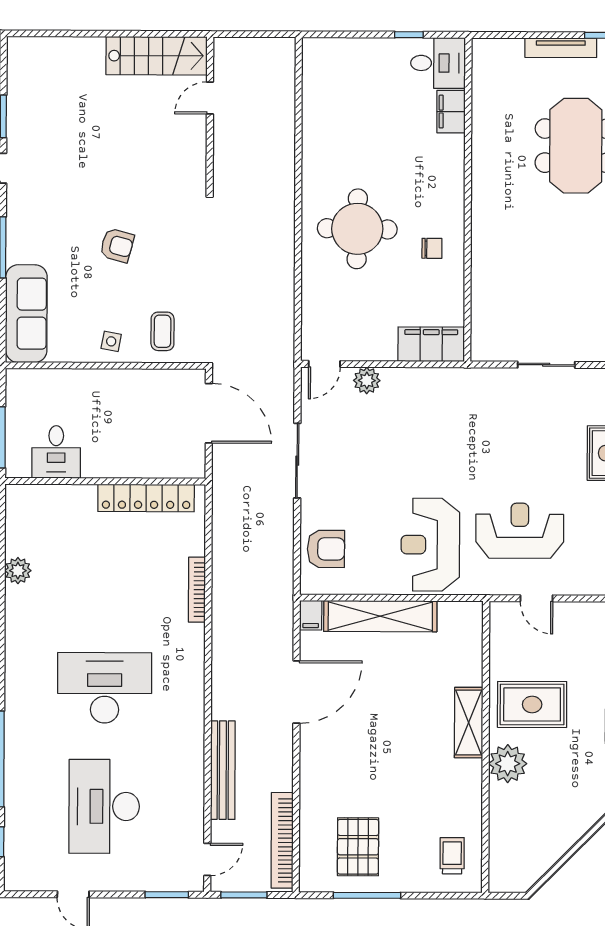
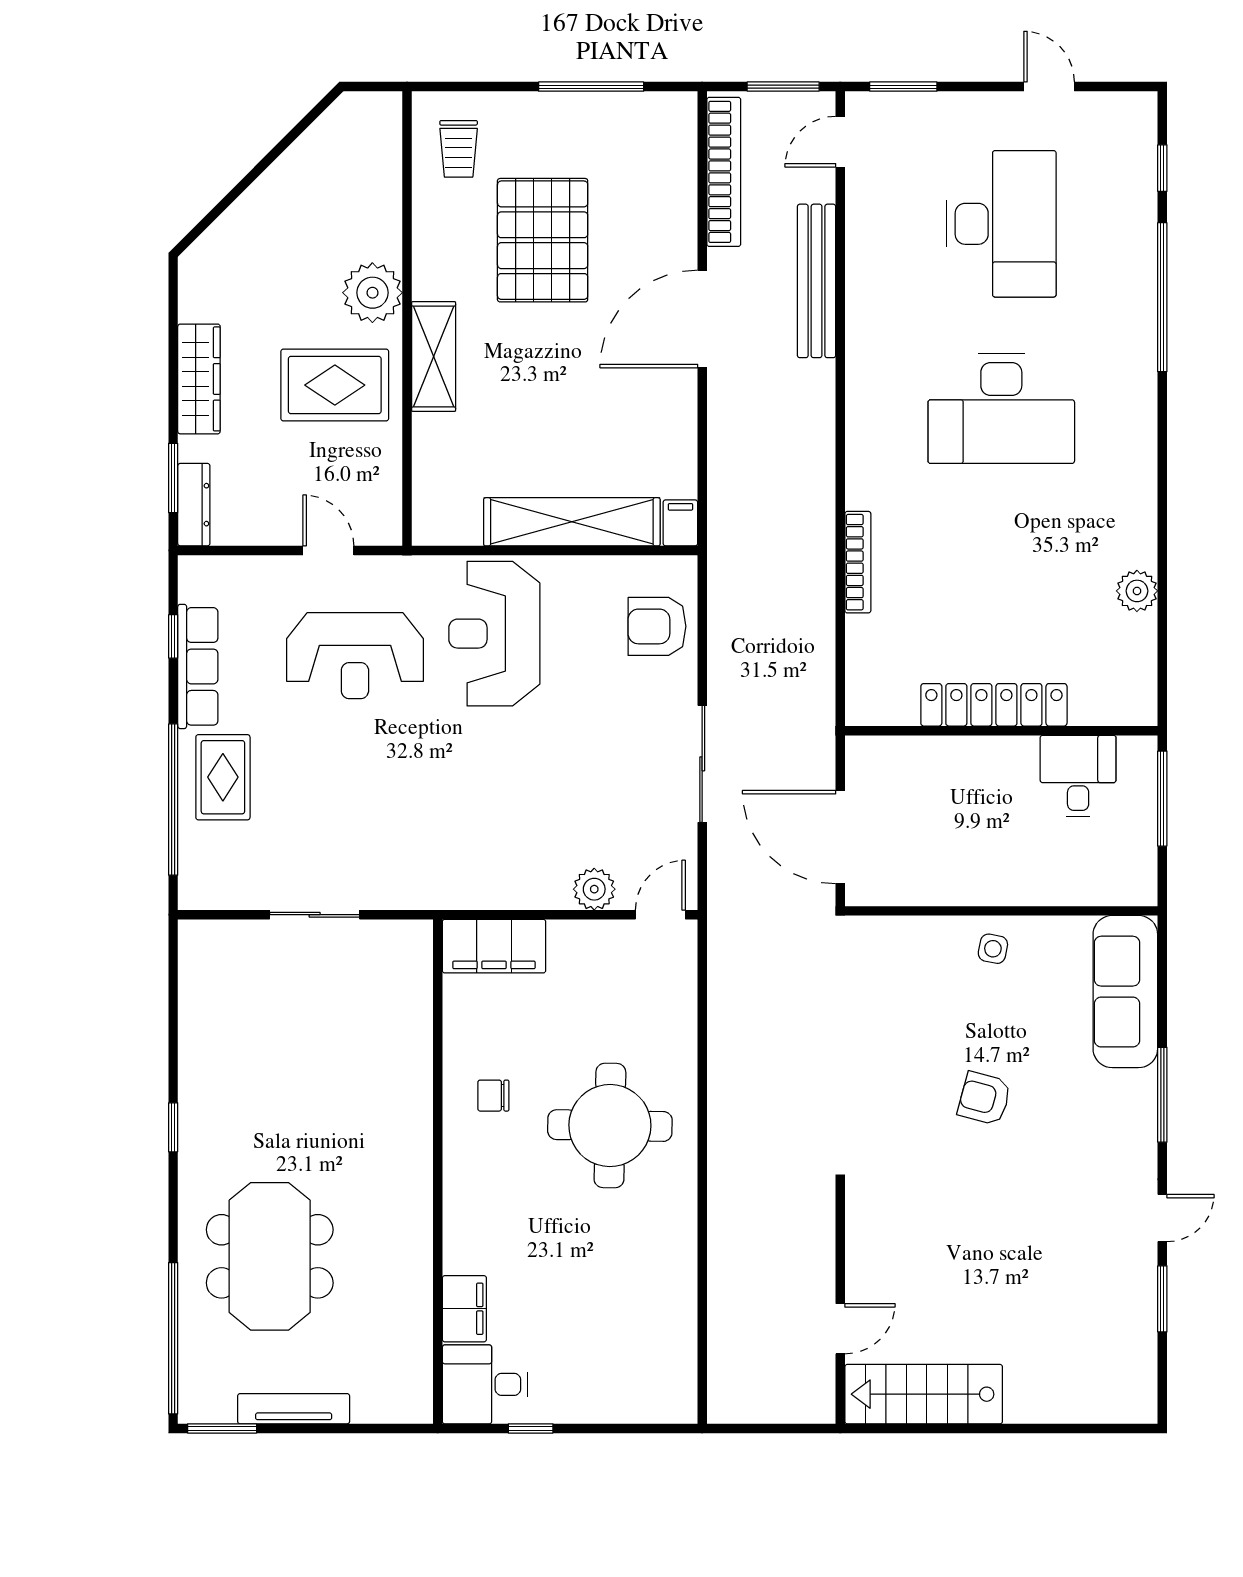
coffee table: (162, 331) -> (913, 965), removed
locker: (146, 498) -> (994, 705), moved
reception desk: (430, 545) -> (494, 634), turned 180
door: (296, 692) -> (702, 319), moved
pallet: (358, 847) -> (543, 240), moved, width x1.37, depth x1.41

